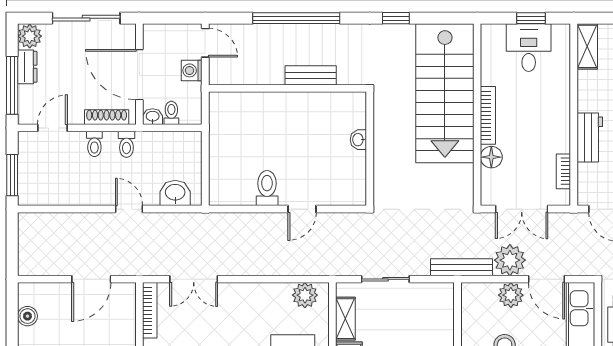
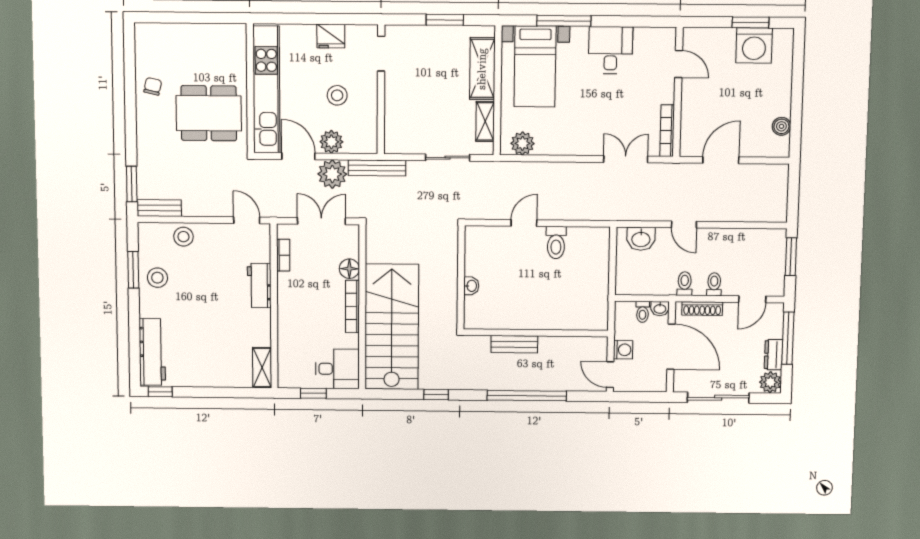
desk: (529, 48) -> (337, 369), moved, turned -90

